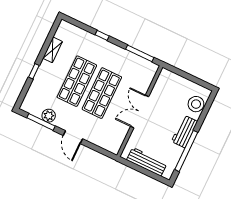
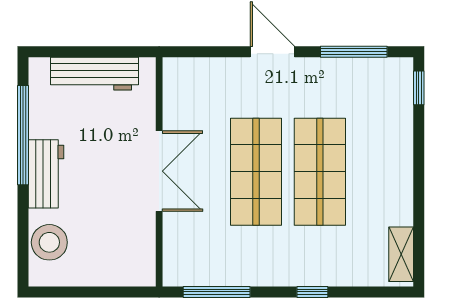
shelving: (53, 50) -> (401, 254), moved
window: (34, 71) -> (419, 88), moved
plant: (49, 116) -> (344, 72), removed

